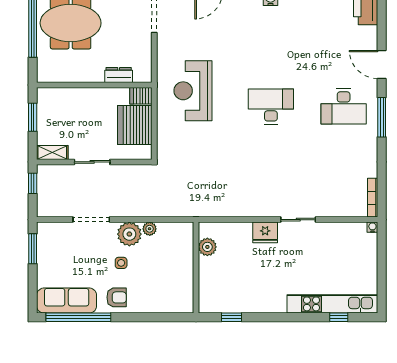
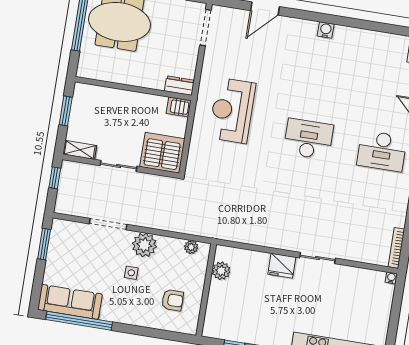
dresser: (119, 75) -> (179, 86), moved
server rack: (135, 125) -> (162, 153), moved, turned 90
plant: (150, 229) -> (191, 247), moved
armchair: (117, 297) -> (173, 300), moved

